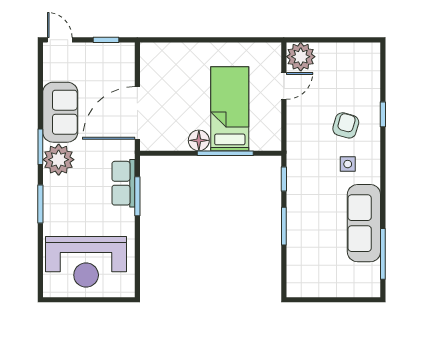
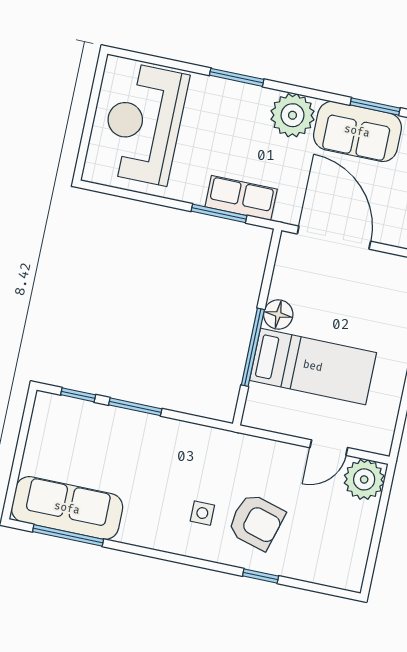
door: (284, 86) -> (329, 448), hinge flipped
armchair: (346, 125) -> (256, 522), width x1.38, depth x1.38
window: (40, 147) -> (375, 106), moved
window: (284, 179) -> (78, 395), moved
sofa: (364, 223) -> (67, 508), moved

